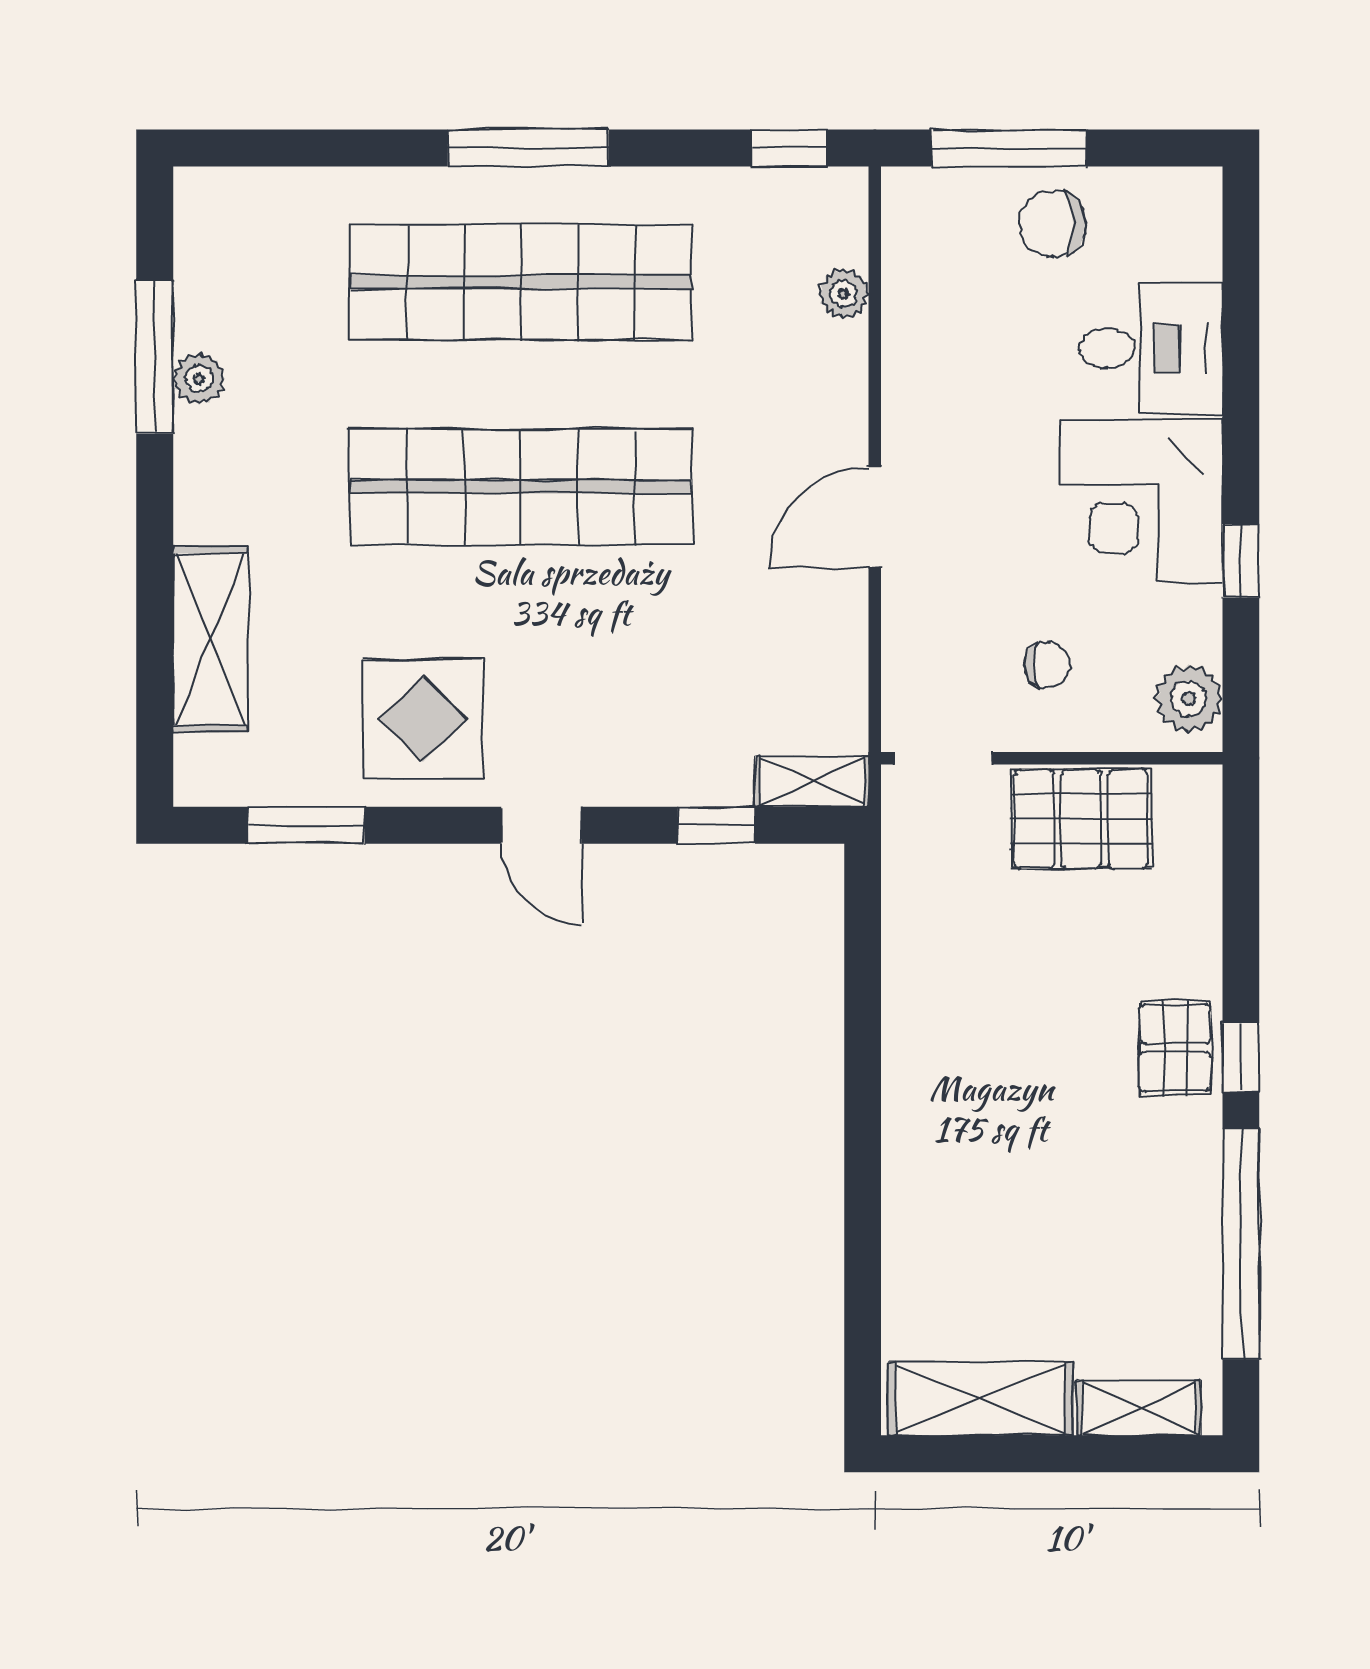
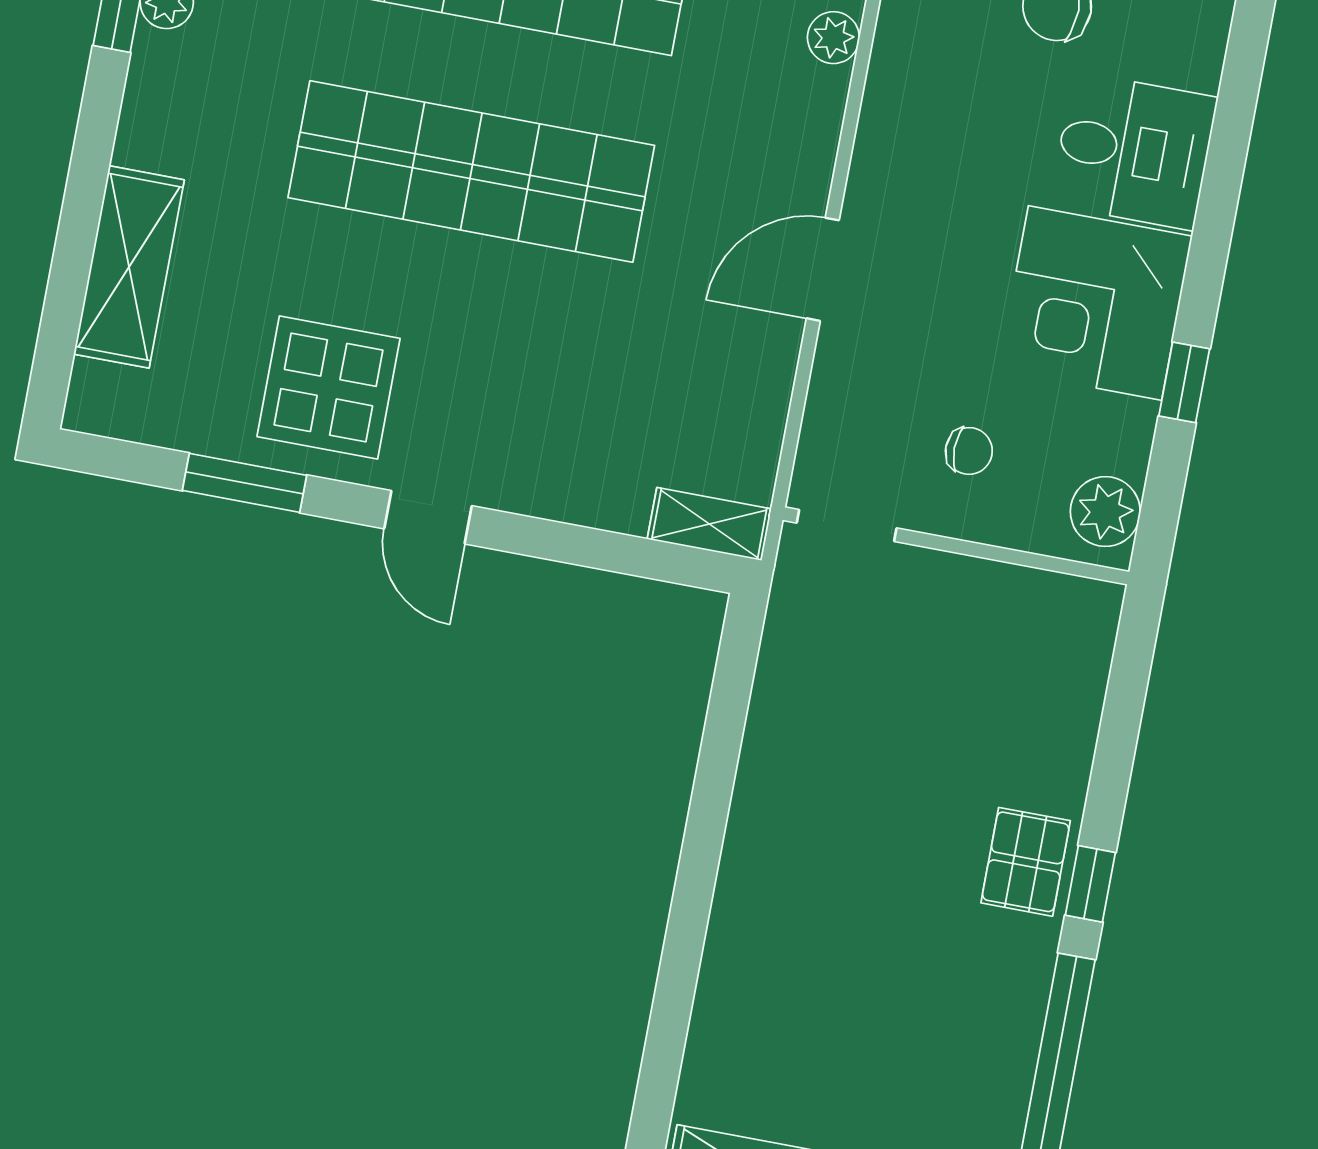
pallet: (1081, 819) -> (974, 613), removed
window: (306, 825) -> (244, 483), moved
window: (716, 825) -> (605, 550), removed

